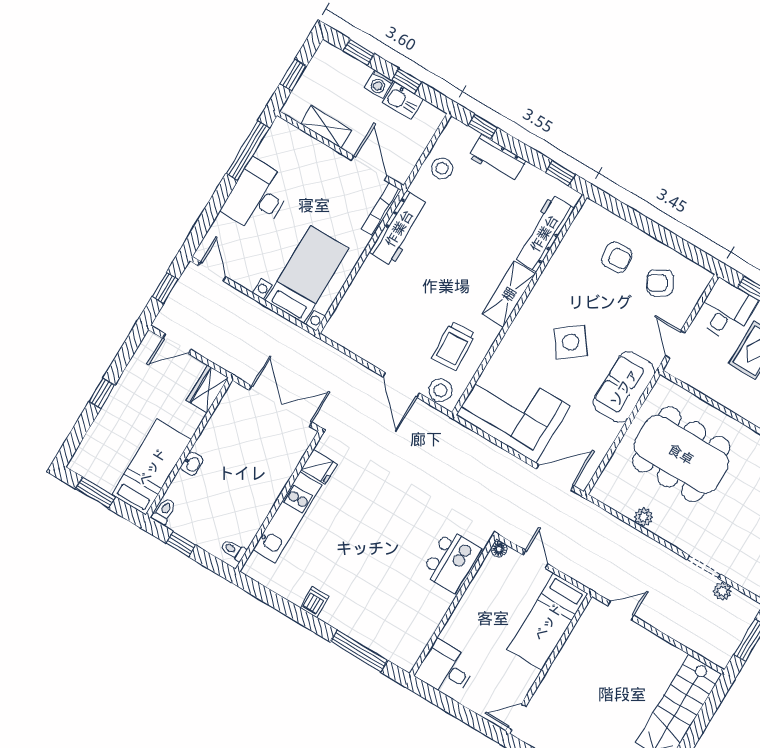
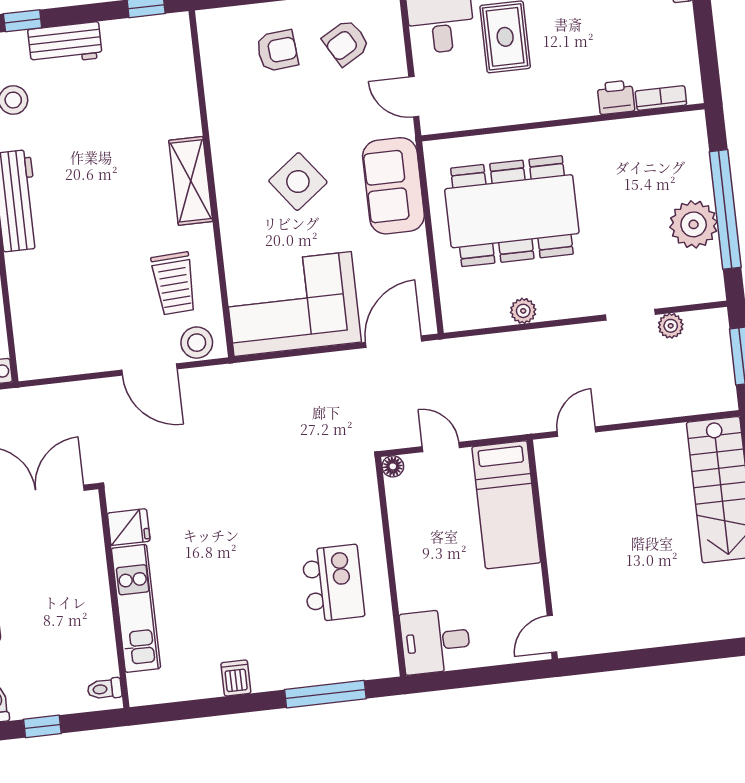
workbench: (544, 233) -> (178, 85), removed
kitchen island: (451, 561) -> (333, 583), moved

